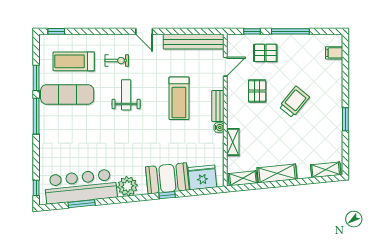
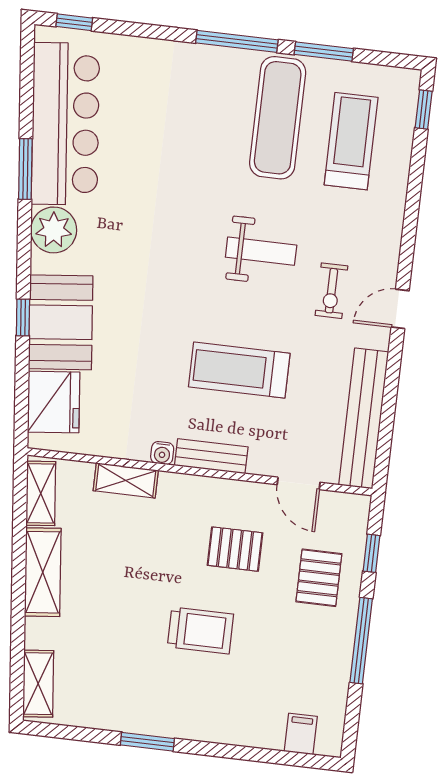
exercise bike: (117, 61) -> (331, 291), moved
trolley: (294, 102) -> (200, 630), turned -39
window: (82, 204) -> (25, 169), moved

